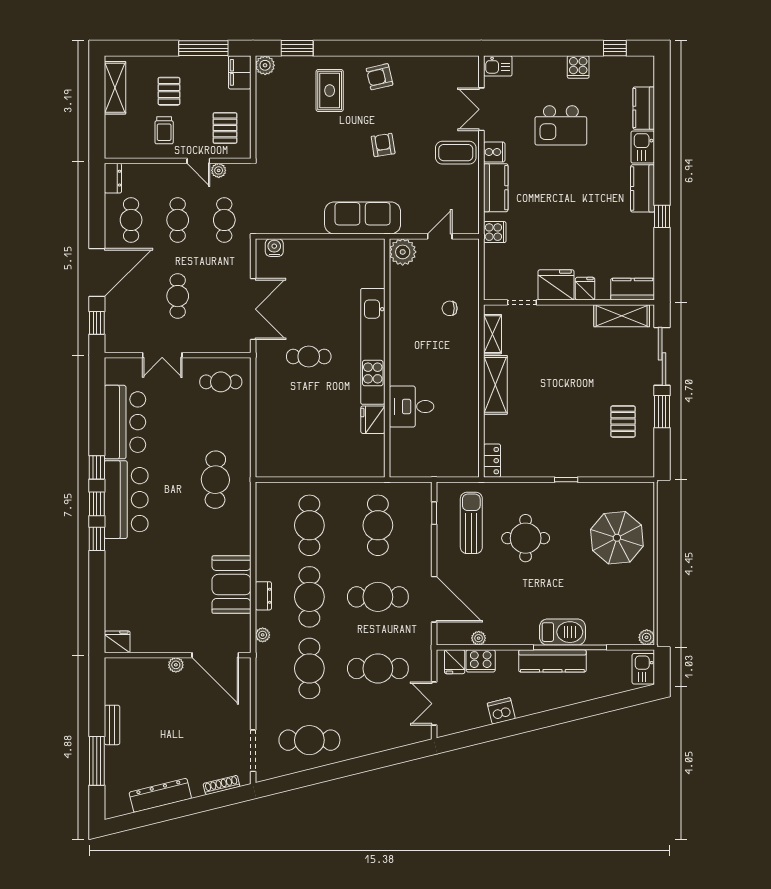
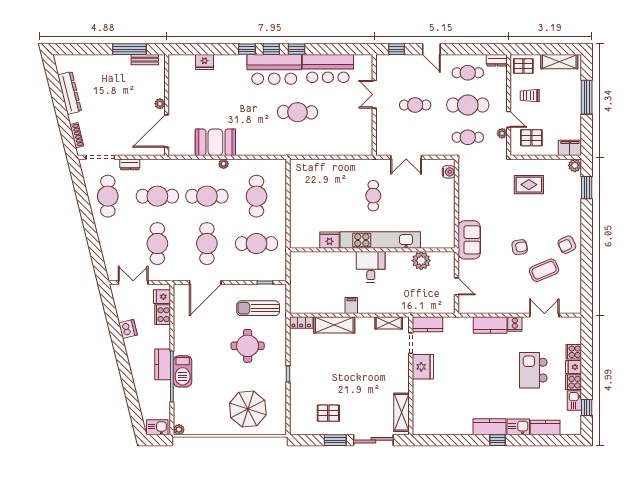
window: (203, 48) -> (587, 97), moved
kitchen sink: (498, 66) -> (574, 400), moved
armchair: (380, 77) -> (567, 245), turned -103
pallet: (169, 91) -> (523, 66), moved
rug: (330, 91) -> (529, 185), moved
coffee table: (456, 153) -> (544, 270), moved, turned 67
door: (198, 161) -> (509, 119), swing flipped
window: (662, 216) -> (498, 440), moved
sofa: (363, 218) -> (469, 240), width x0.73
cafe table: (178, 220) -> (468, 105), width x1.37, depth x1.35
cooker: (495, 232) -> (574, 352), moved, turned 90
plant: (403, 252) -> (421, 261), moved
door: (97, 273) -> (431, 49), width x0.53
fridge: (585, 289) -> (574, 367), moved, turned 180
kitchen counter: (633, 289) -> (427, 324), moved, turned 90
chair: (450, 308) -> (407, 293), removed
double door: (253, 309) -> (406, 157), width x0.73
cafe table: (221, 382) -> (356, 135), removed
shelving: (495, 385) -> (334, 325), moved
filing cabinet: (467, 388) -> (351, 305), added
desk: (411, 407) -> (371, 267), moved
cafe table: (215, 480) -> (297, 112), moved
sun lounger: (471, 523) -> (258, 308), turned 180
cafe table: (309, 525) -> (256, 196), turned 90
dresser: (263, 596) -> (130, 164), moved
plant: (263, 635) -> (224, 164), moved
plant: (479, 638) -> (178, 313), removed
fridge: (117, 642) -> (204, 62), moved, turned 90
kitchen counter: (552, 661) -> (163, 364), width x0.67
bench: (112, 725) -> (145, 60), moved
window: (97, 761) -> (129, 49), moved

